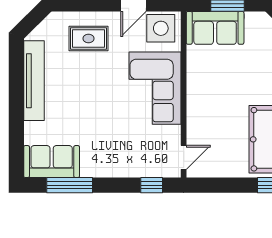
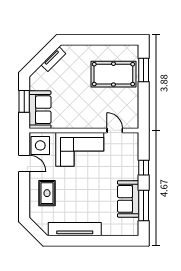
door: (184, 157) -> (115, 130), moved
sofa: (52, 162) -> (128, 199), moved
window: (152, 185) -> (144, 168), moved

